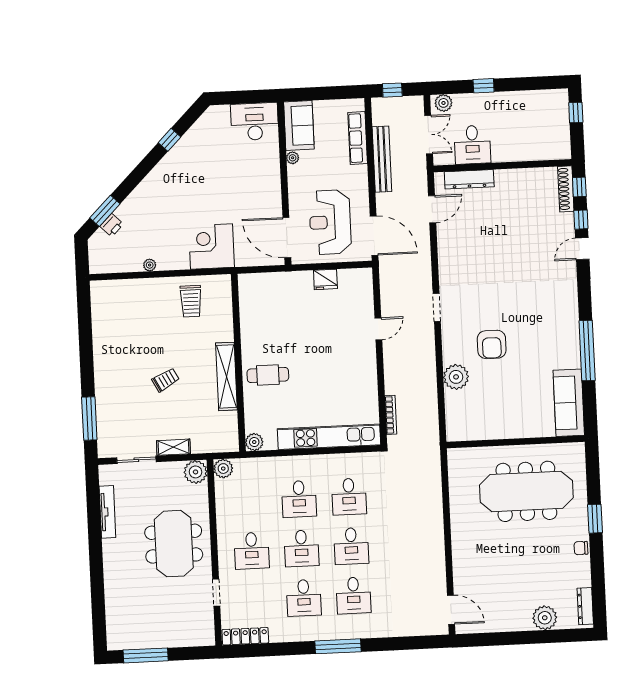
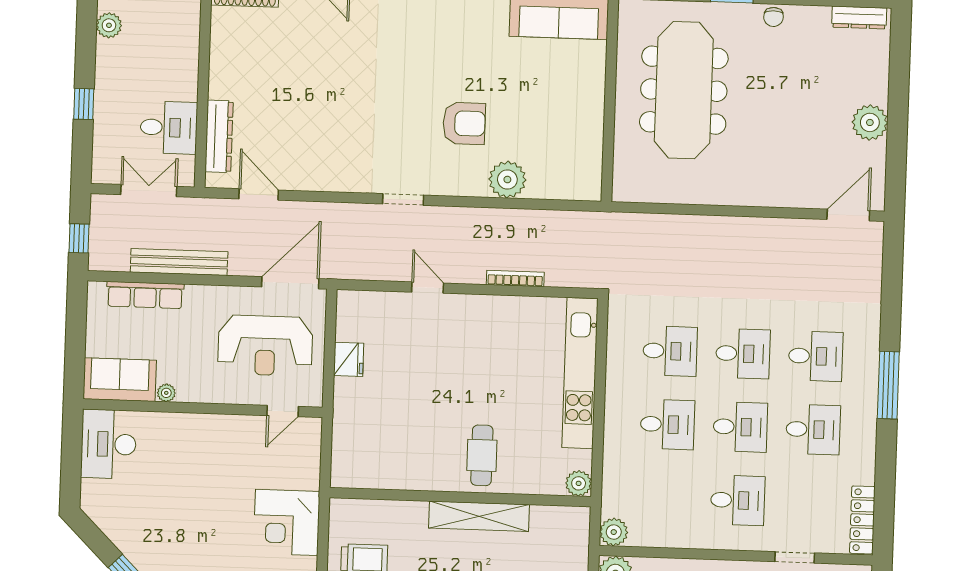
plant: (443, 103) -> (109, 25), moved
door: (287, 238) -> (283, 411), width x0.53
bookcase: (391, 415) -> (515, 278), moved
plant: (545, 618) -> (870, 122), moved

